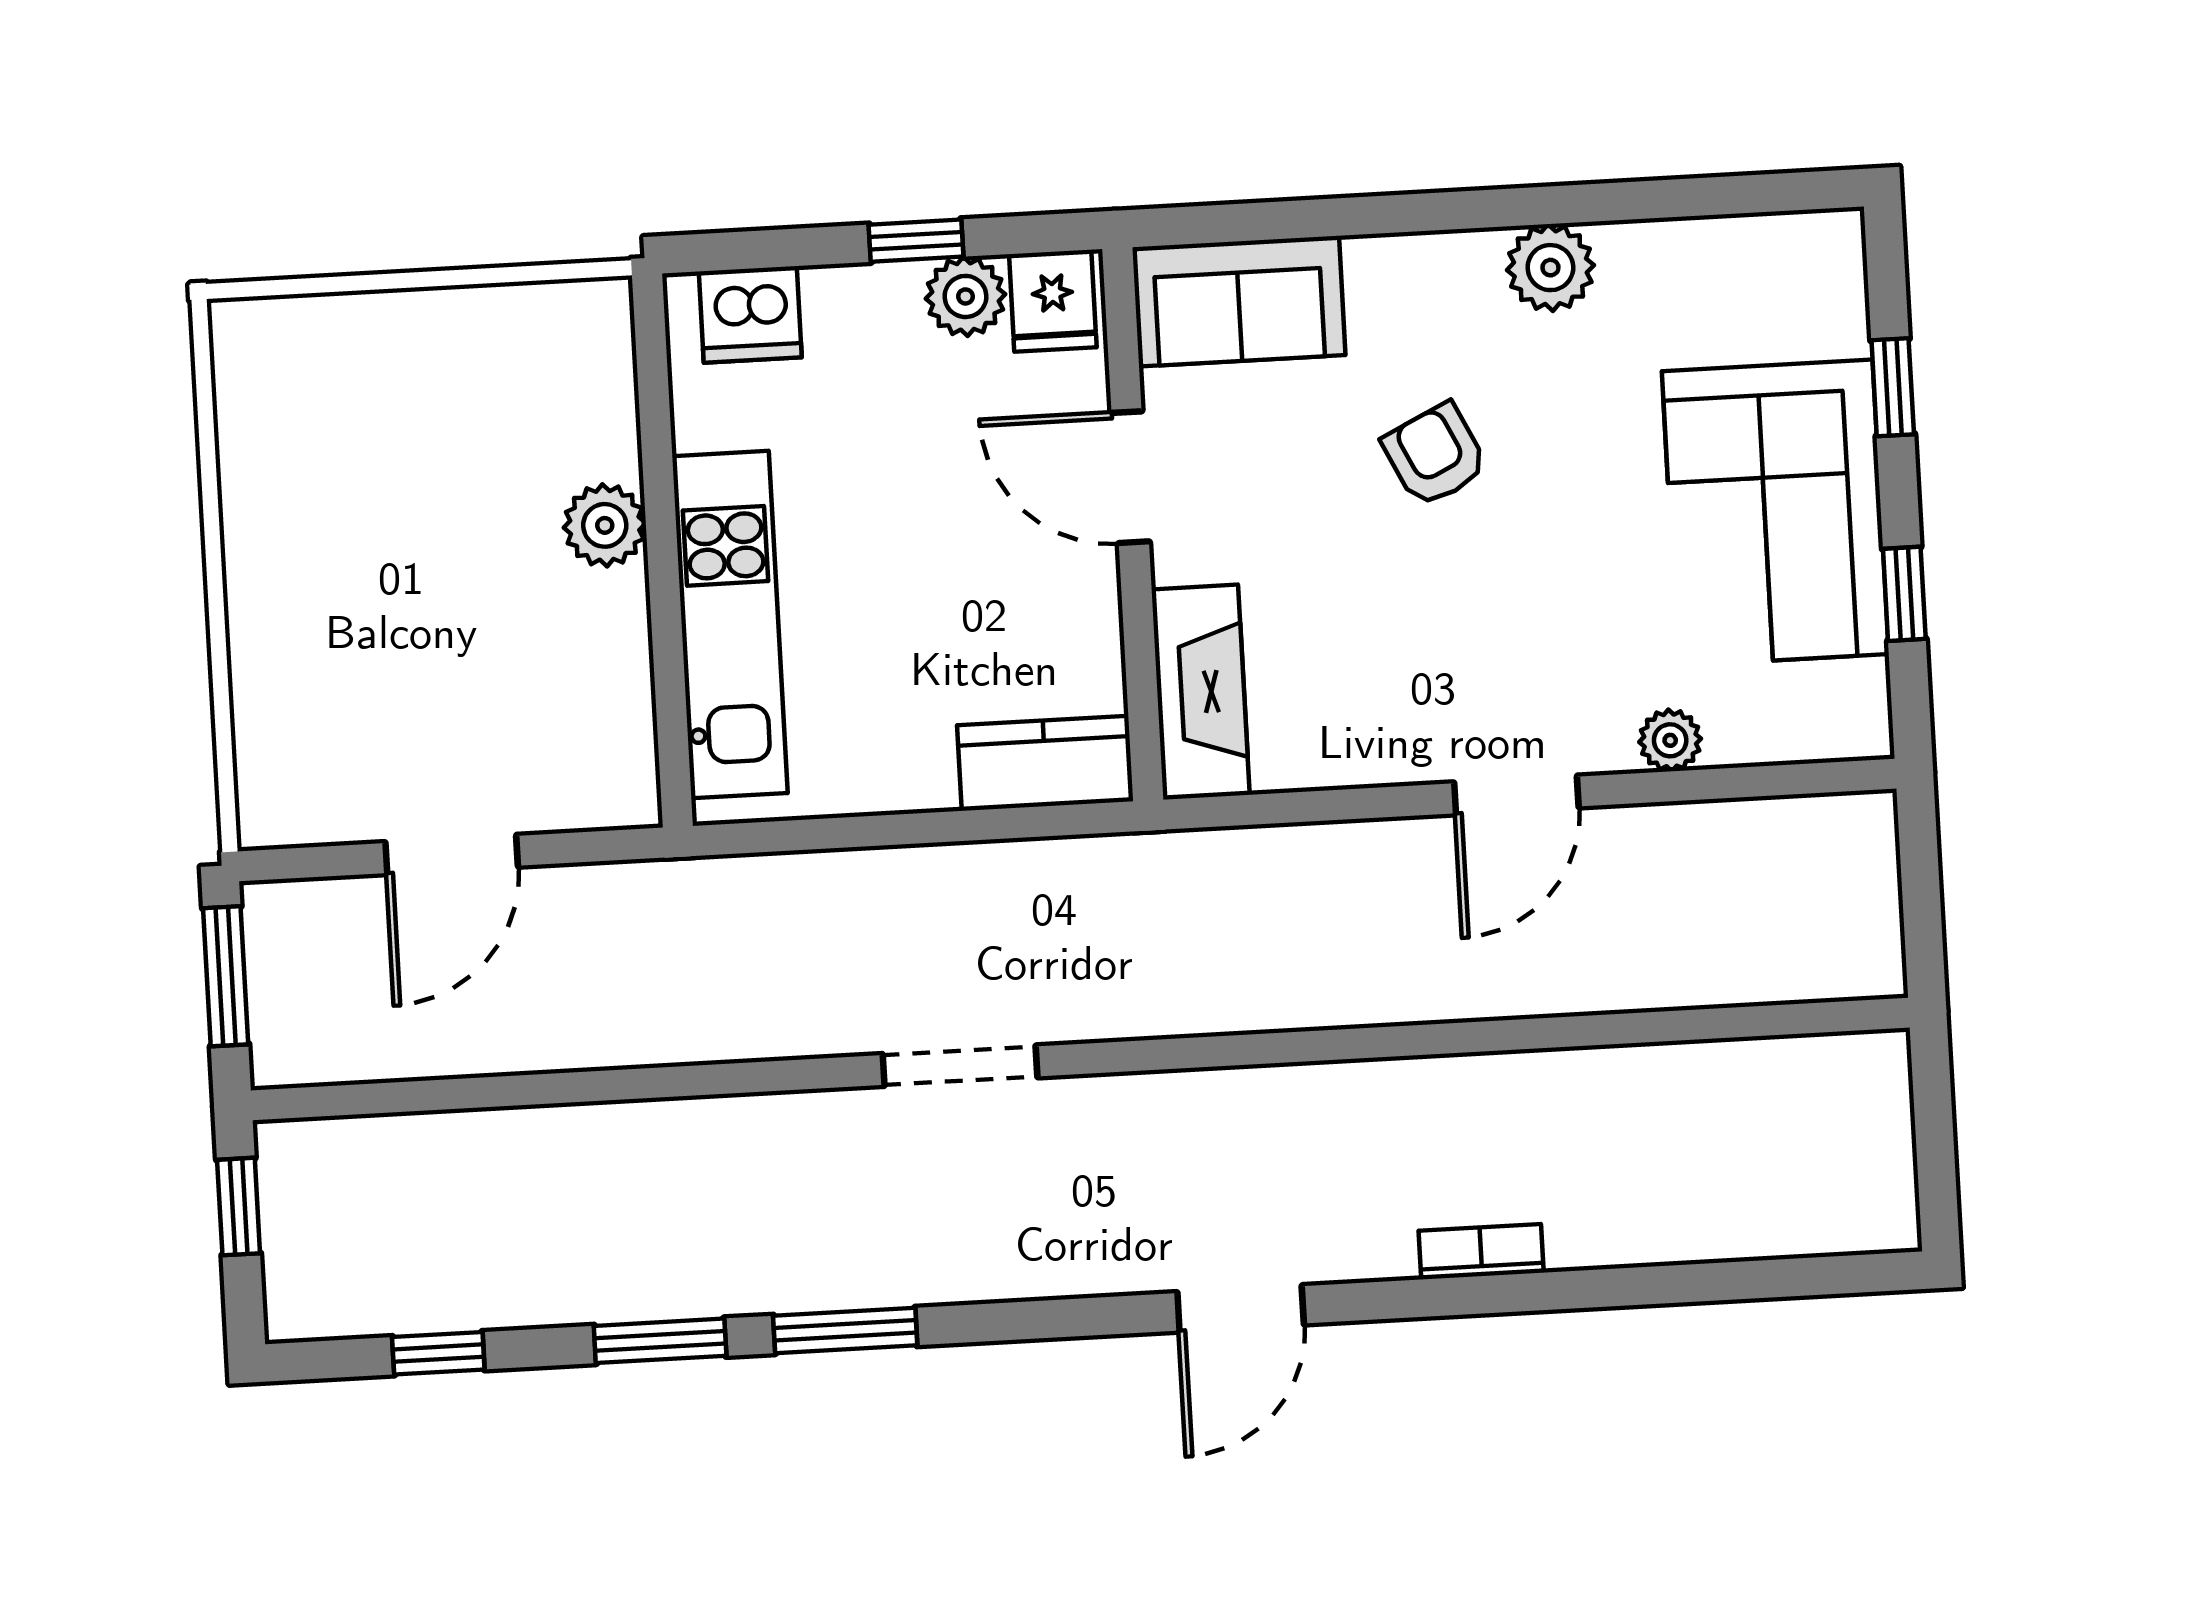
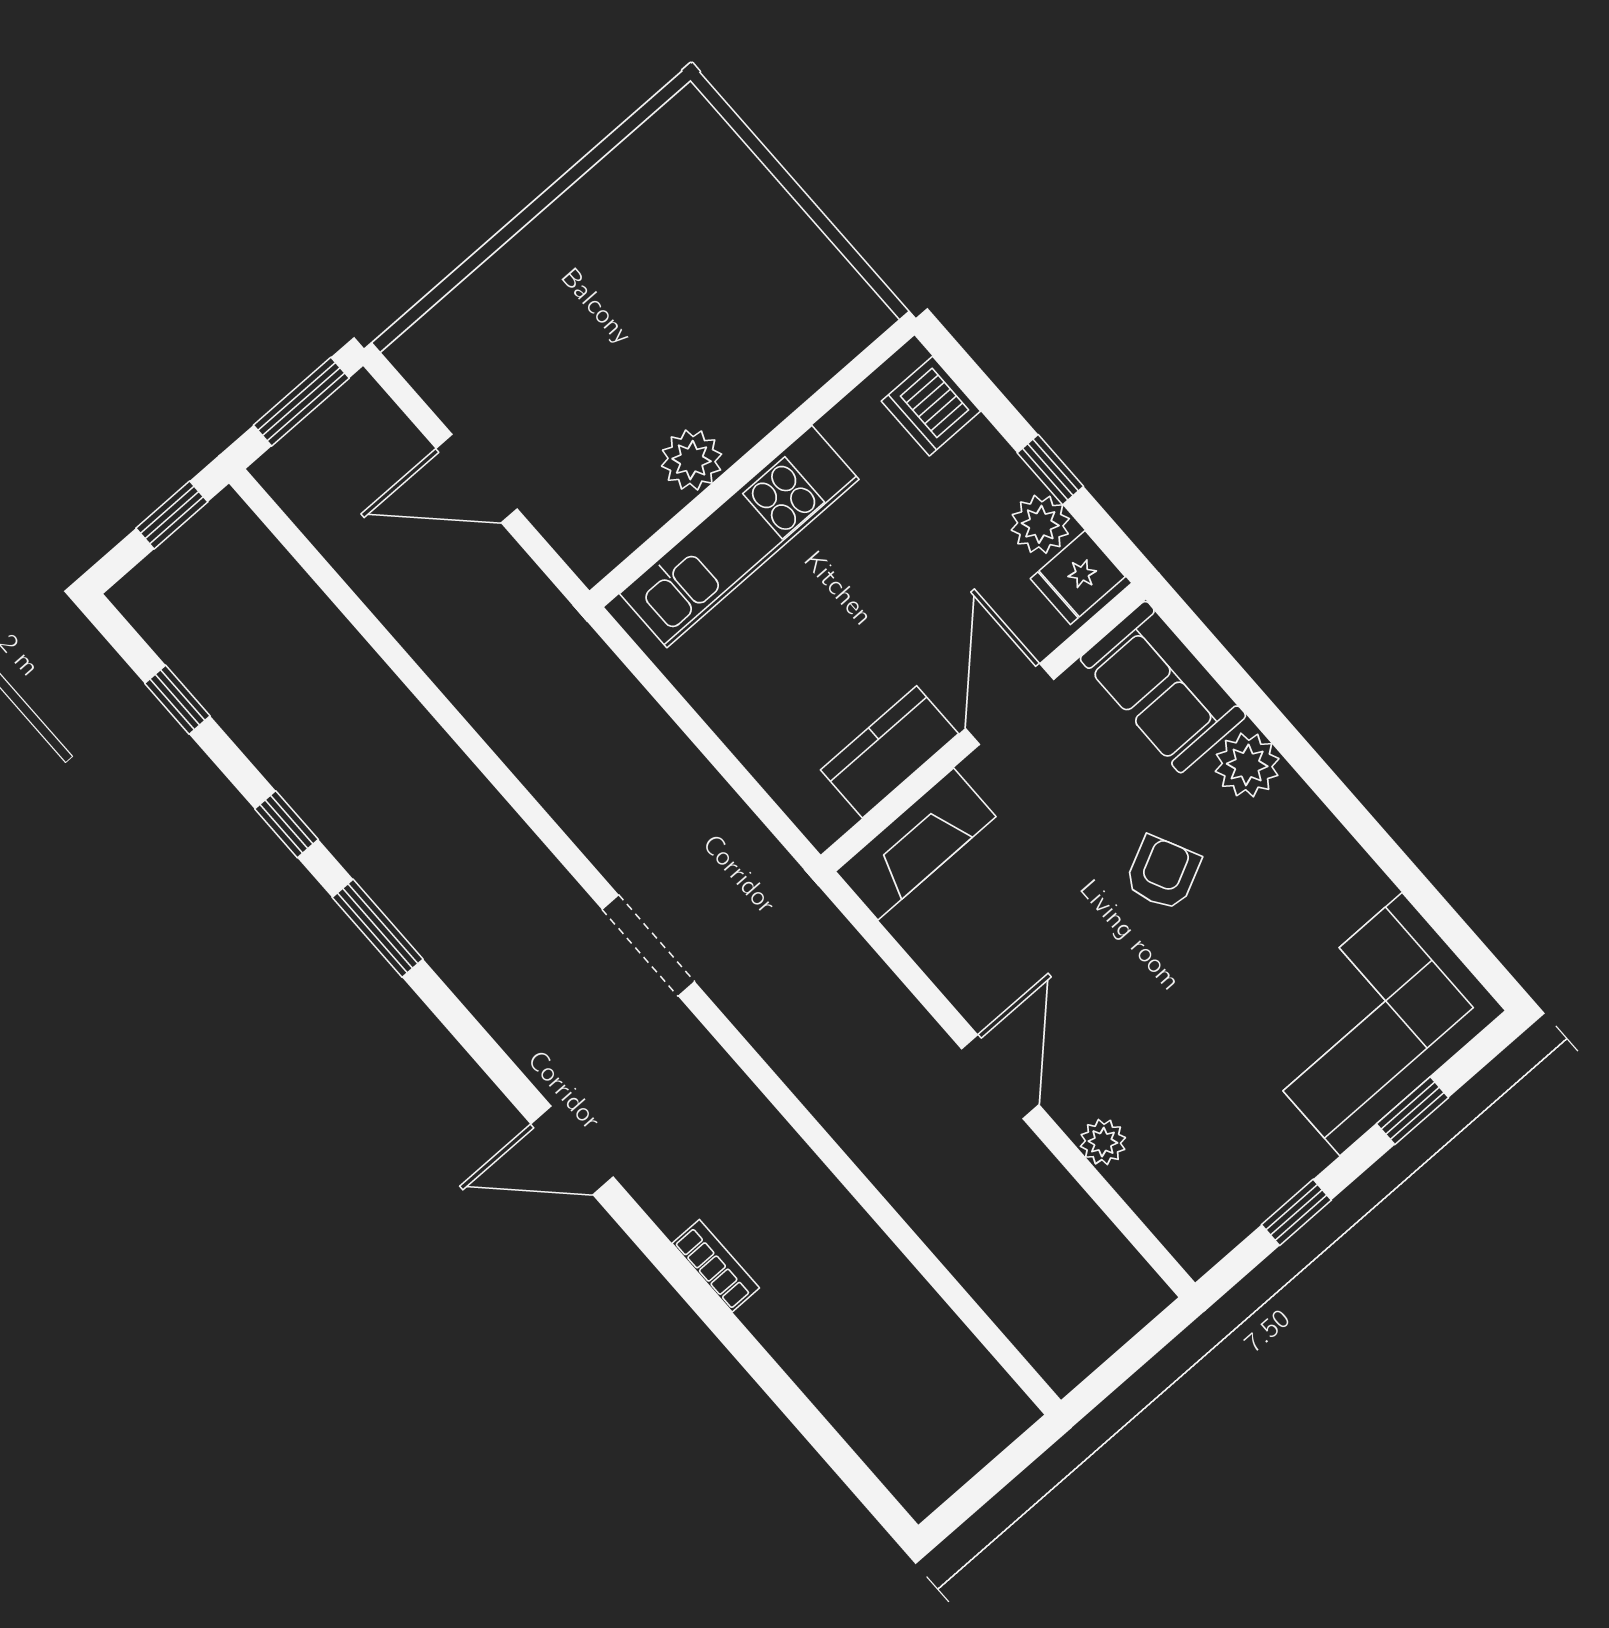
plant: (1550, 268) -> (1247, 765), moved
corner sofa: (1775, 513) -> (1371, 1024), moved
plant: (605, 525) -> (692, 460), moved
kitchen counter: (1045, 763) -> (890, 752), moved, turned -90
door: (1516, 795) -> (1000, 1077), swing flipped
doorway: (960, 1066) -> (648, 946), moved
window: (660, 1341) -> (287, 824), width x0.67

